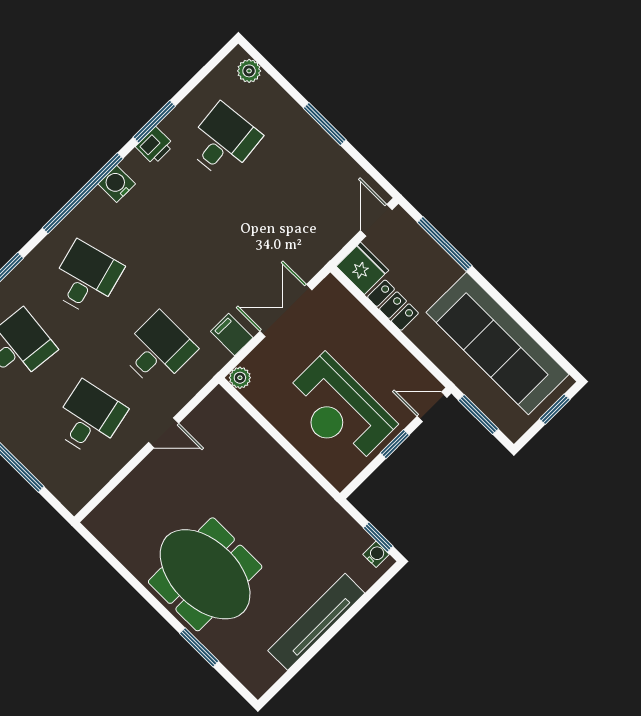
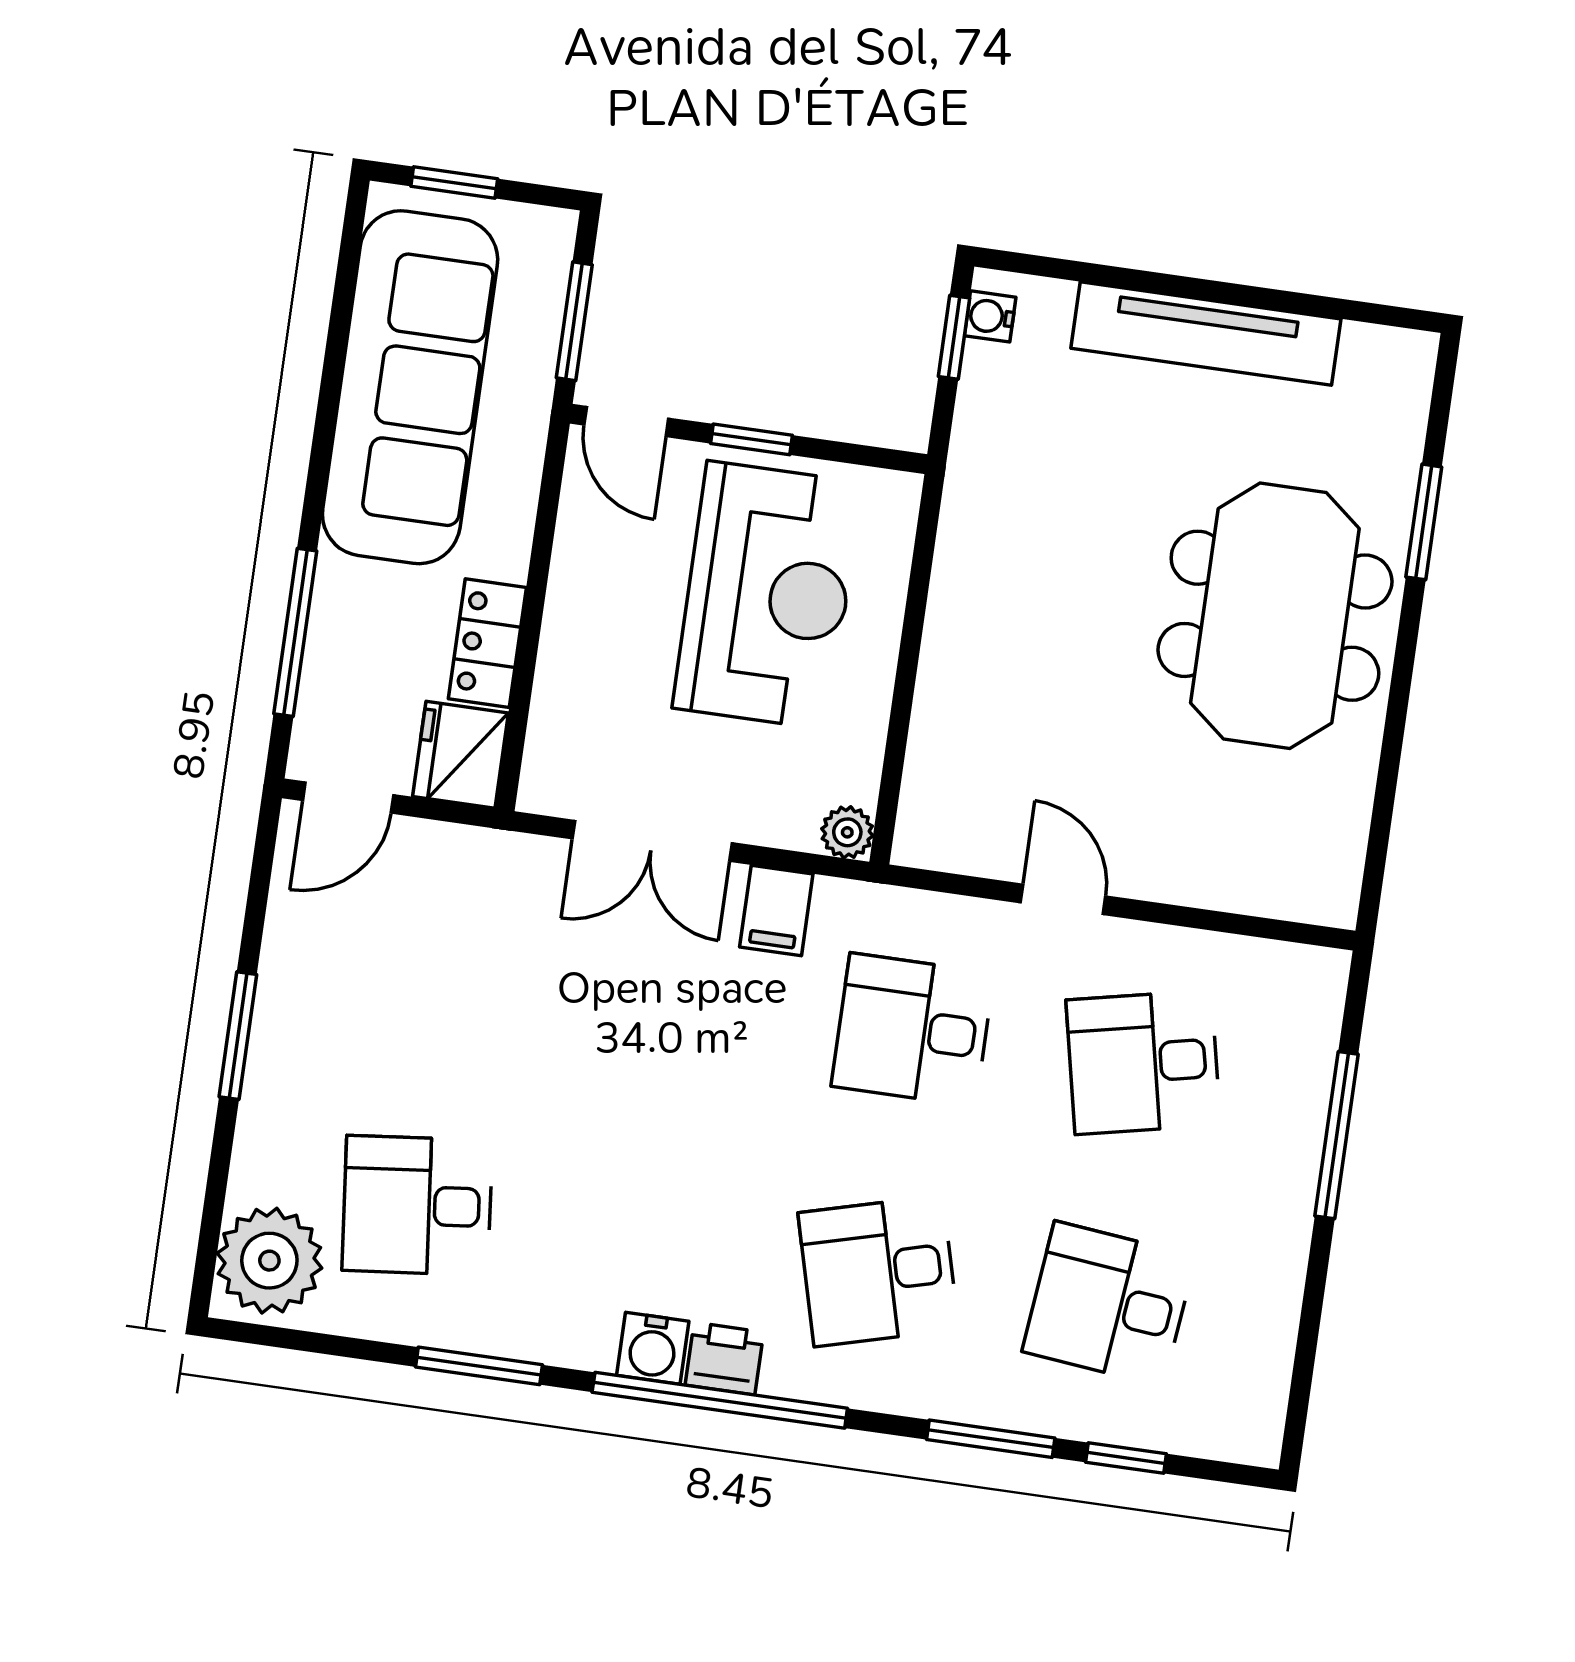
plant: (249, 71) -> (269, 1261), width x1.88, depth x1.88
printer: (155, 146) -> (724, 1359), moved

